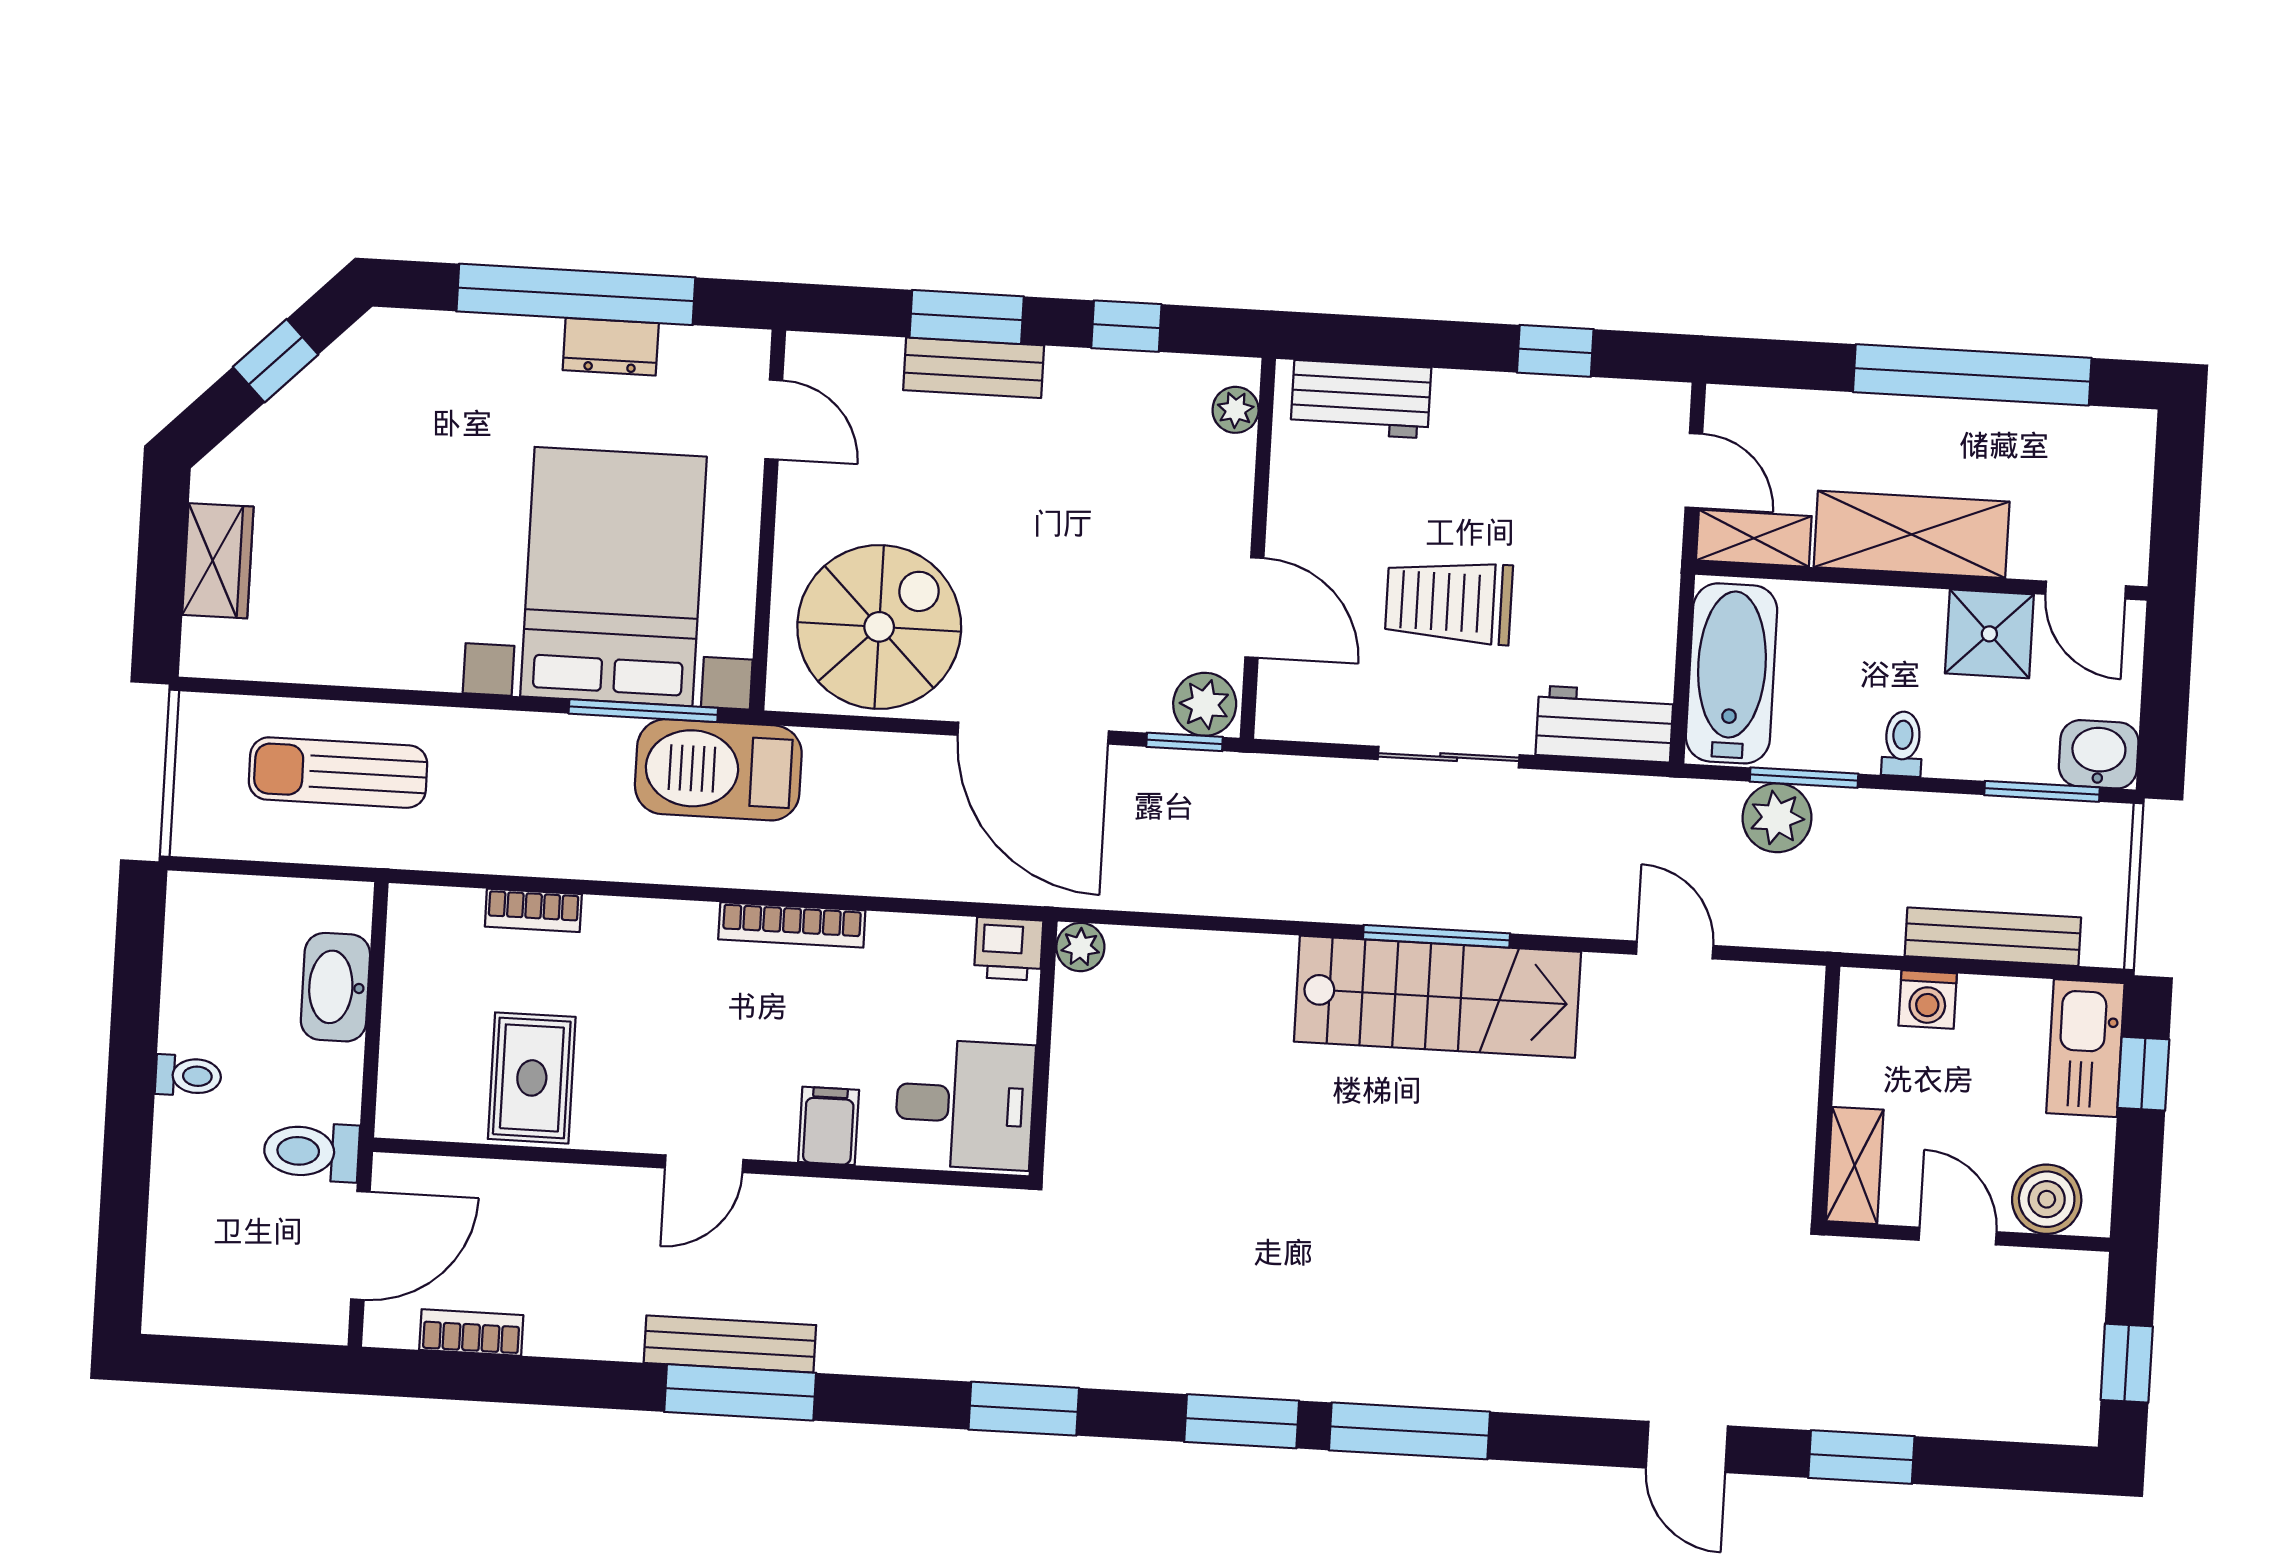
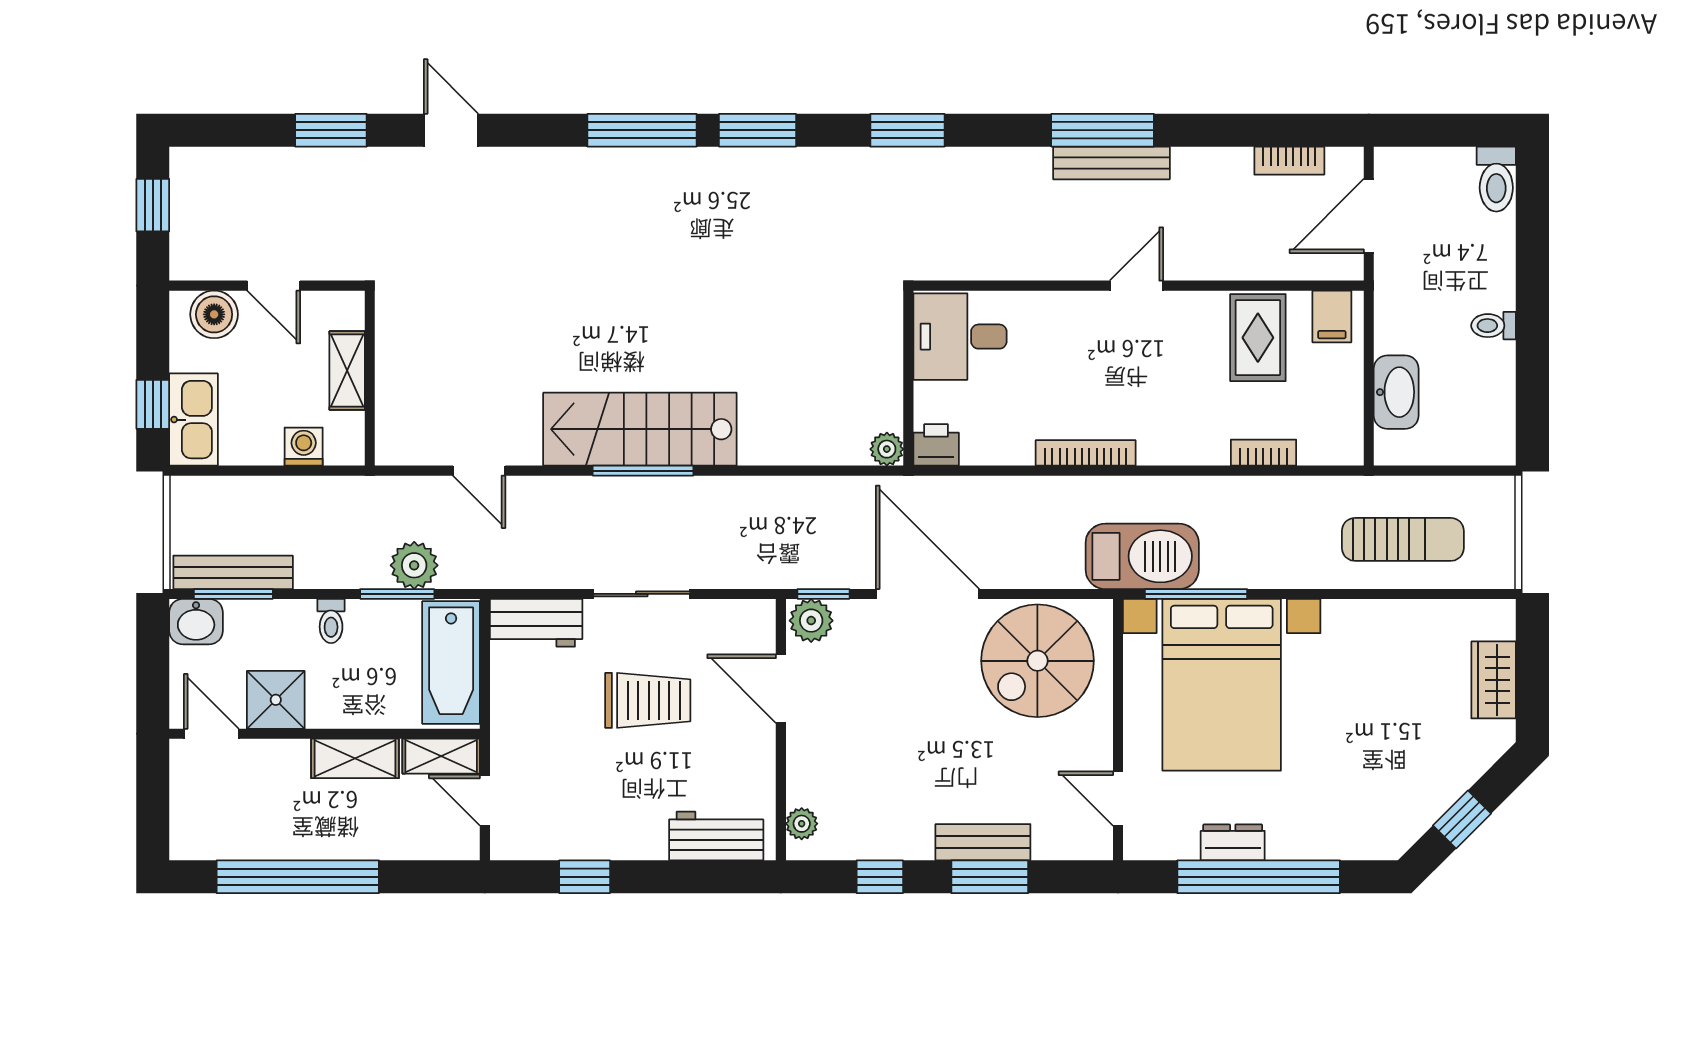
shelving: (1912, 534) -> (355, 758), width x0.67, depth x0.75
bench: (1993, 937) -> (233, 572), moved
filing cabinet: (829, 1126) -> (1332, 316), moved
toilet: (311, 1152) -> (1496, 179), moved, turned 90
shelving: (1855, 1165) -> (347, 371), moved

